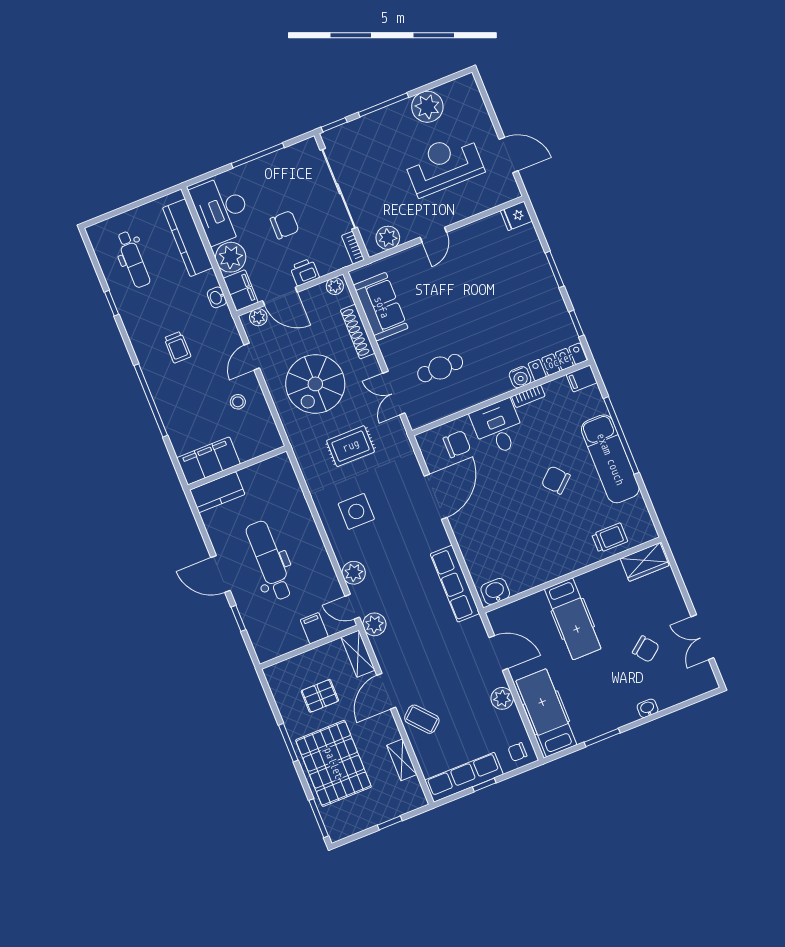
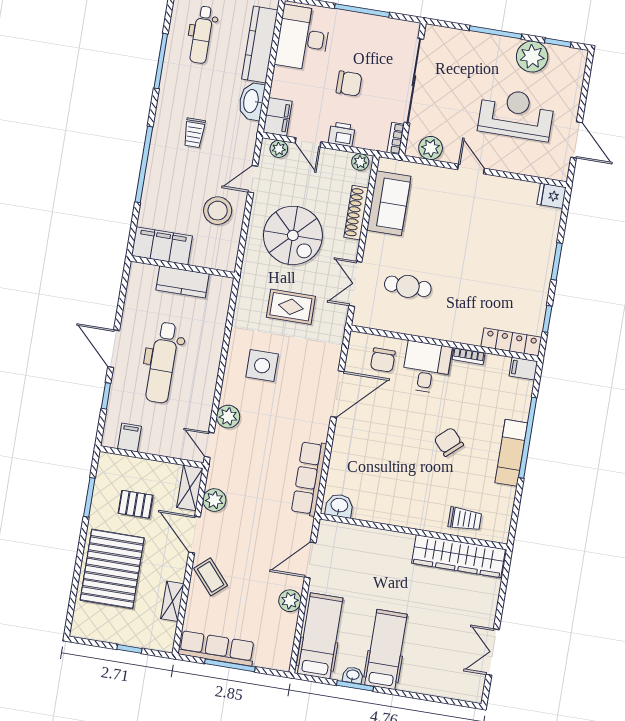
window: (334, 125) -> (558, 42), moved
door: (433, 235) -> (471, 169), swing flipped
plant: (231, 257) -> (286, 83), removed
door: (280, 296) -> (308, 142), width x0.73
washbasin: (217, 297) -> (252, 101), width x1.91, depth x1.45
window: (112, 303) -> (161, 61), width x2.17
water cooler: (520, 377) -> (471, 336), removed
spiral stairs: (315, 384) -> (293, 235), turned -90
stool: (238, 402) -> (218, 211), width x1.89, depth x1.89
chair: (457, 444) -> (383, 360), turned 90
exam couch: (610, 459) -> (511, 453), width x0.73, depth x0.69
kitchen counter: (217, 492) -> (183, 282), moved
dental chair: (269, 561) -> (162, 363), turned 180
wardrobe: (645, 562) -> (458, 556), width x2.10, depth x1.17
hospital bed: (573, 619) -> (386, 649), moved, turned 180
plant: (374, 624) -> (214, 500), moved
filing cabinet: (314, 628) -> (129, 438), moved
chair: (646, 649) -> (438, 633), removed
door: (498, 653) -> (310, 560), swing flipped
door: (386, 691) -> (195, 535), hinge flipped
washbasin: (648, 708) -> (353, 675), moved
window: (288, 743) -> (89, 497), moved
chair: (517, 752) -> (275, 654), removed
window: (484, 785) -> (230, 665), width x2.17
window: (319, 818) -> (71, 608), removed

